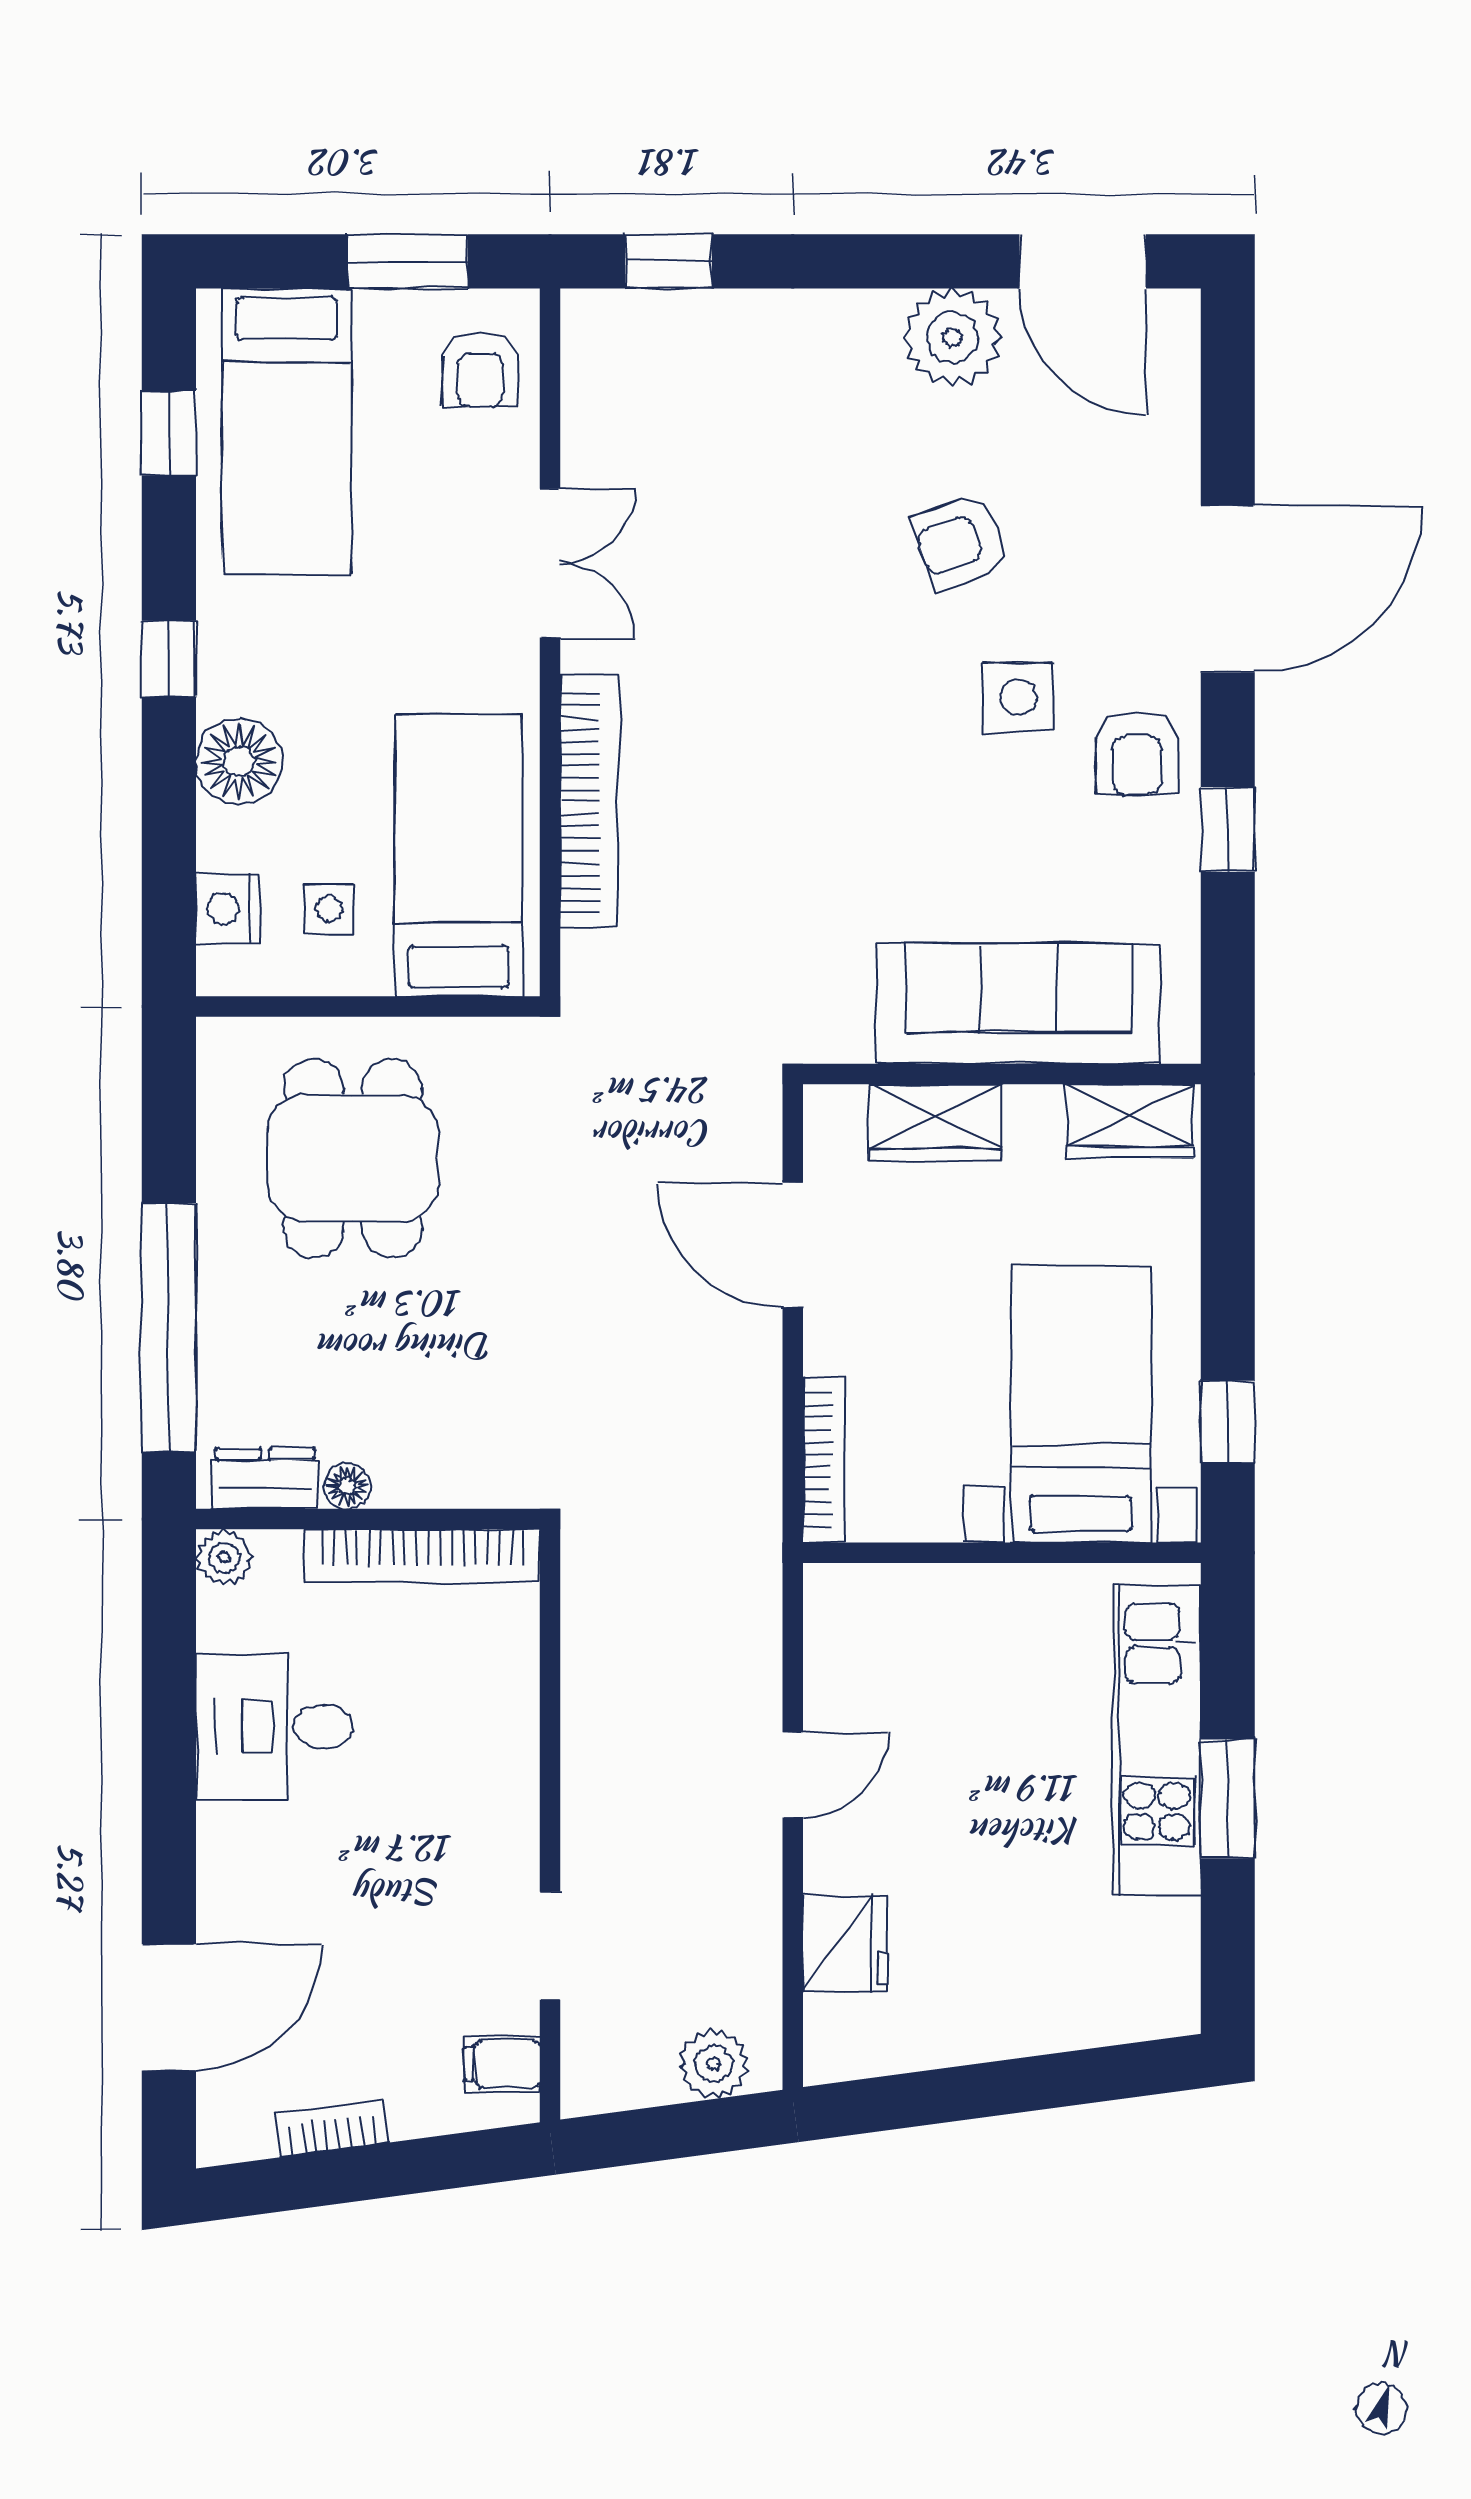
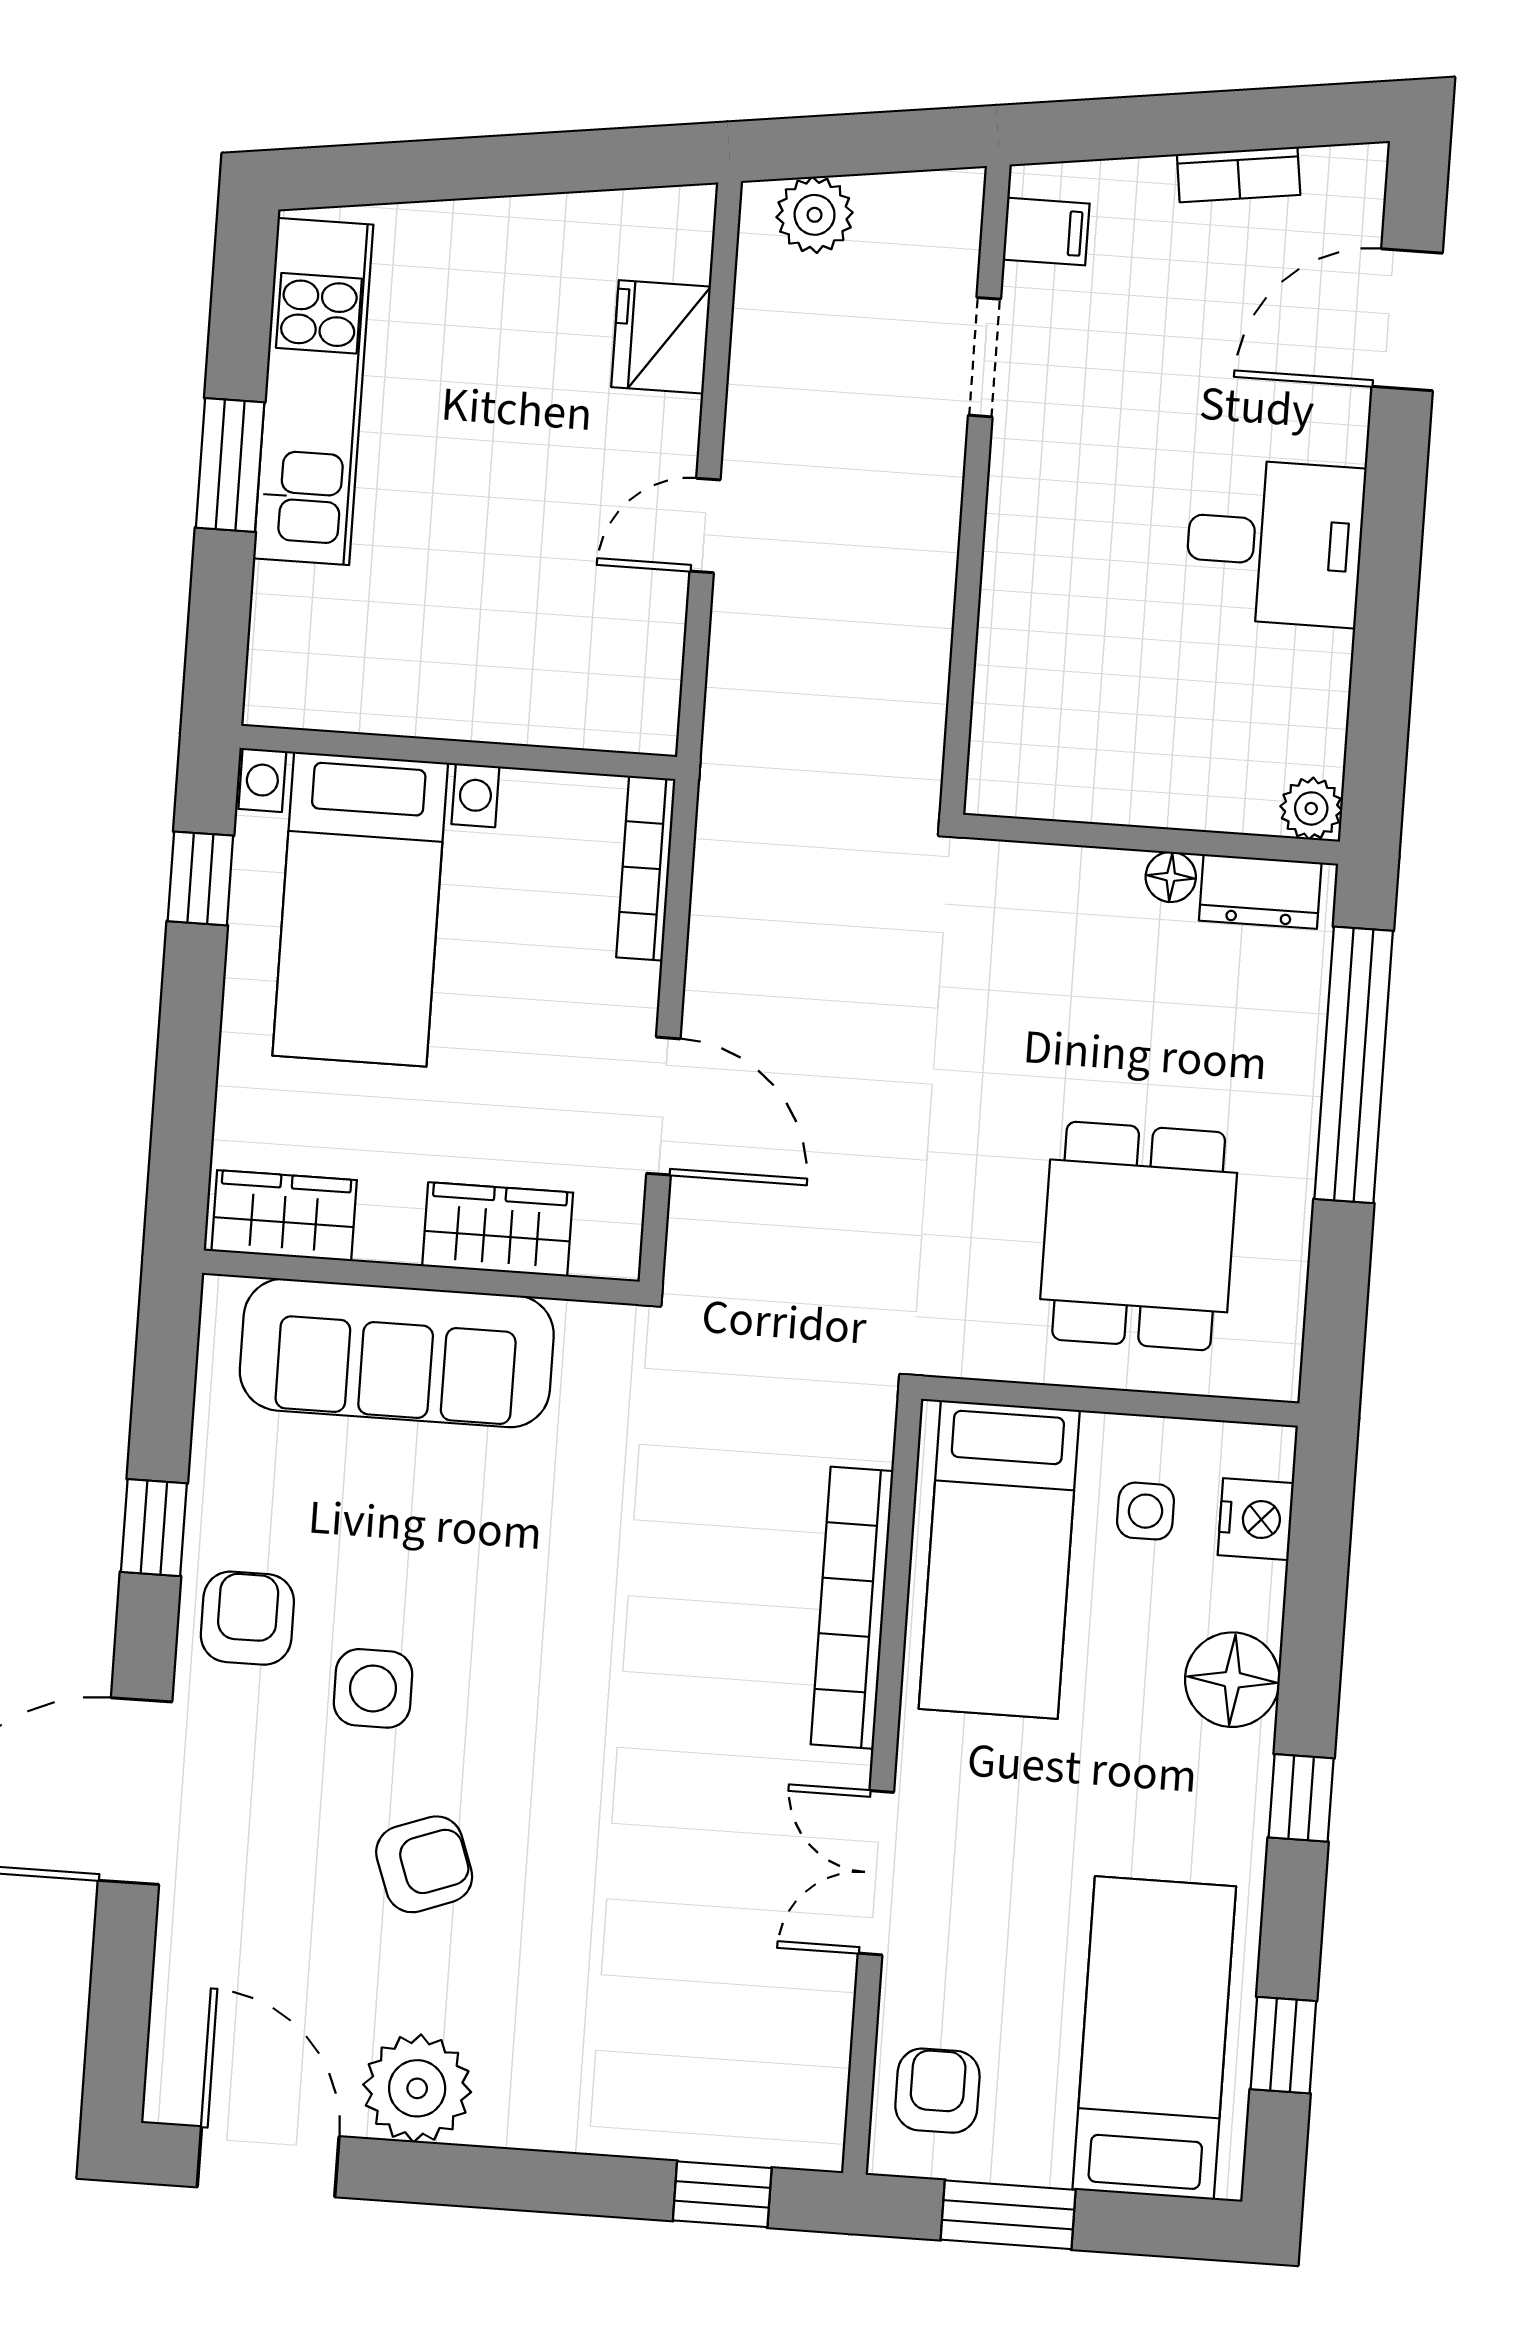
bookcase: (422, 1556) -> (1094, 795), removed
desk: (275, 1727) -> (1275, 542), moved
kitchen unit: (1157, 1740) -> (313, 392), moved

